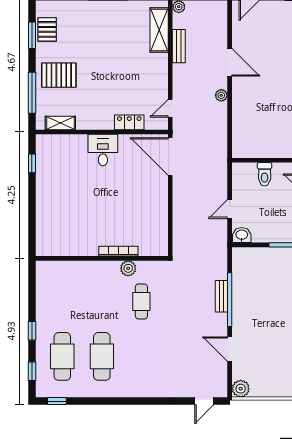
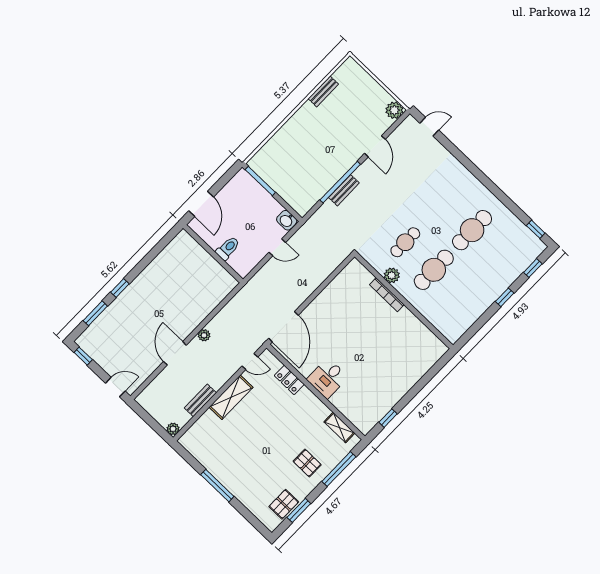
shelving: (159, 30) -> (231, 397), moved
pallet: (59, 75) -> (307, 463), width x0.67, depth x0.71
cafe table: (62, 356) -> (434, 270), moved

